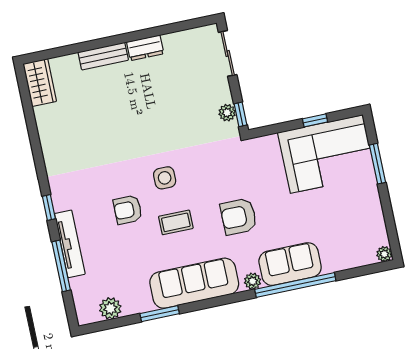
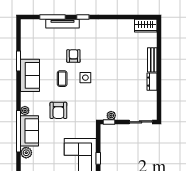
armchair: (239, 217) -> (58, 110), turned 180
sofa: (194, 283) -> (30, 75), width x0.73
plant: (110, 308) -> (26, 153), moved

